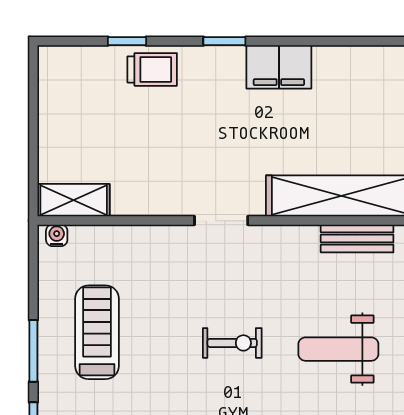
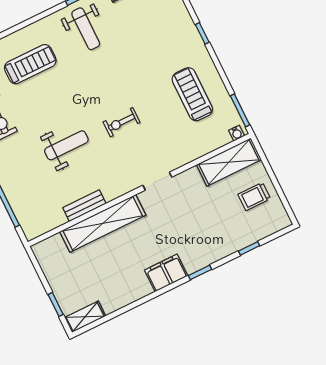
trolley: (152, 69) -> (254, 196), moved
shelving: (74, 200) -> (229, 162), width x1.50, depth x1.33
treadmill: (97, 332) -> (192, 94), turned 180
window: (33, 351) -> (240, 110), moved

